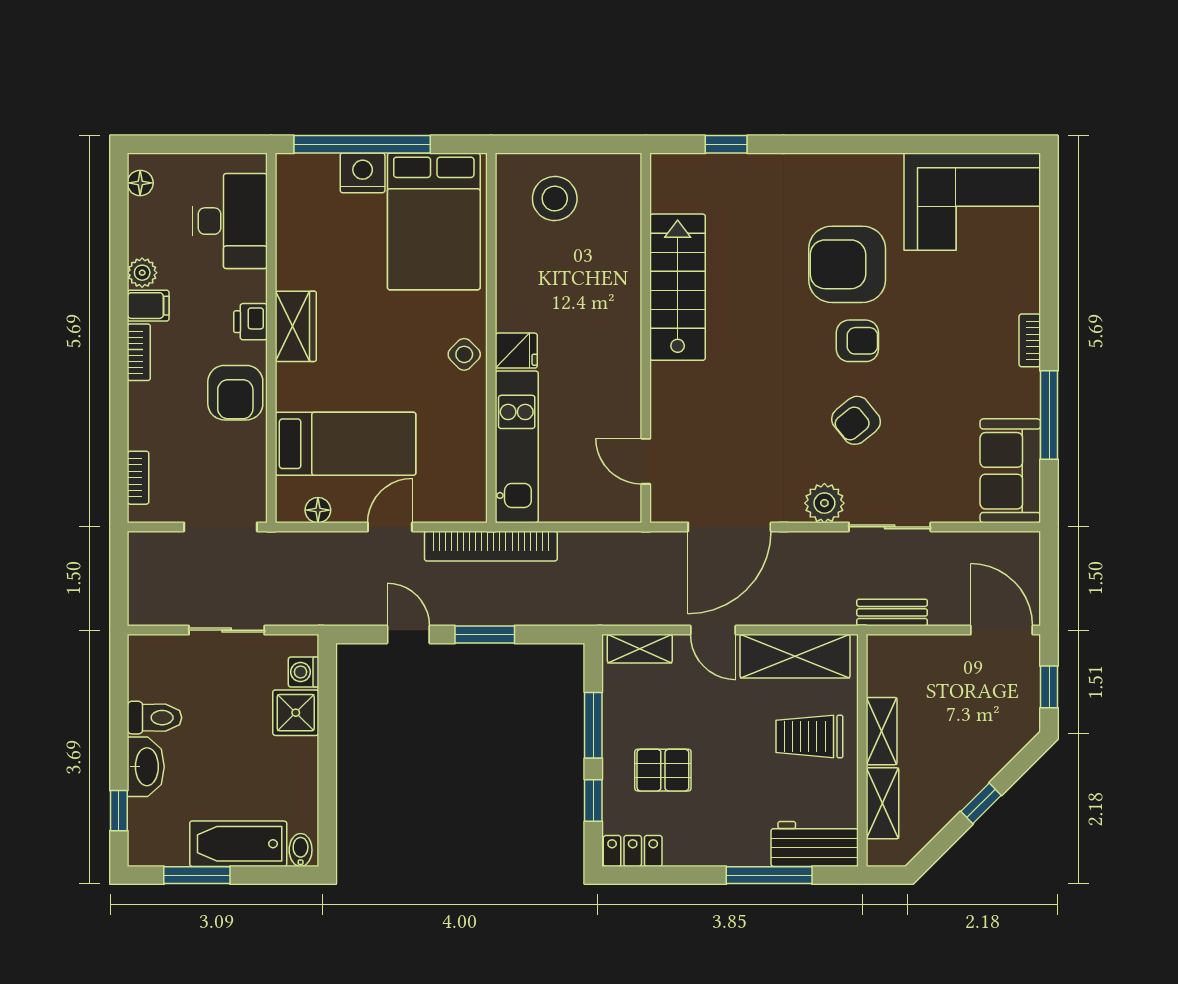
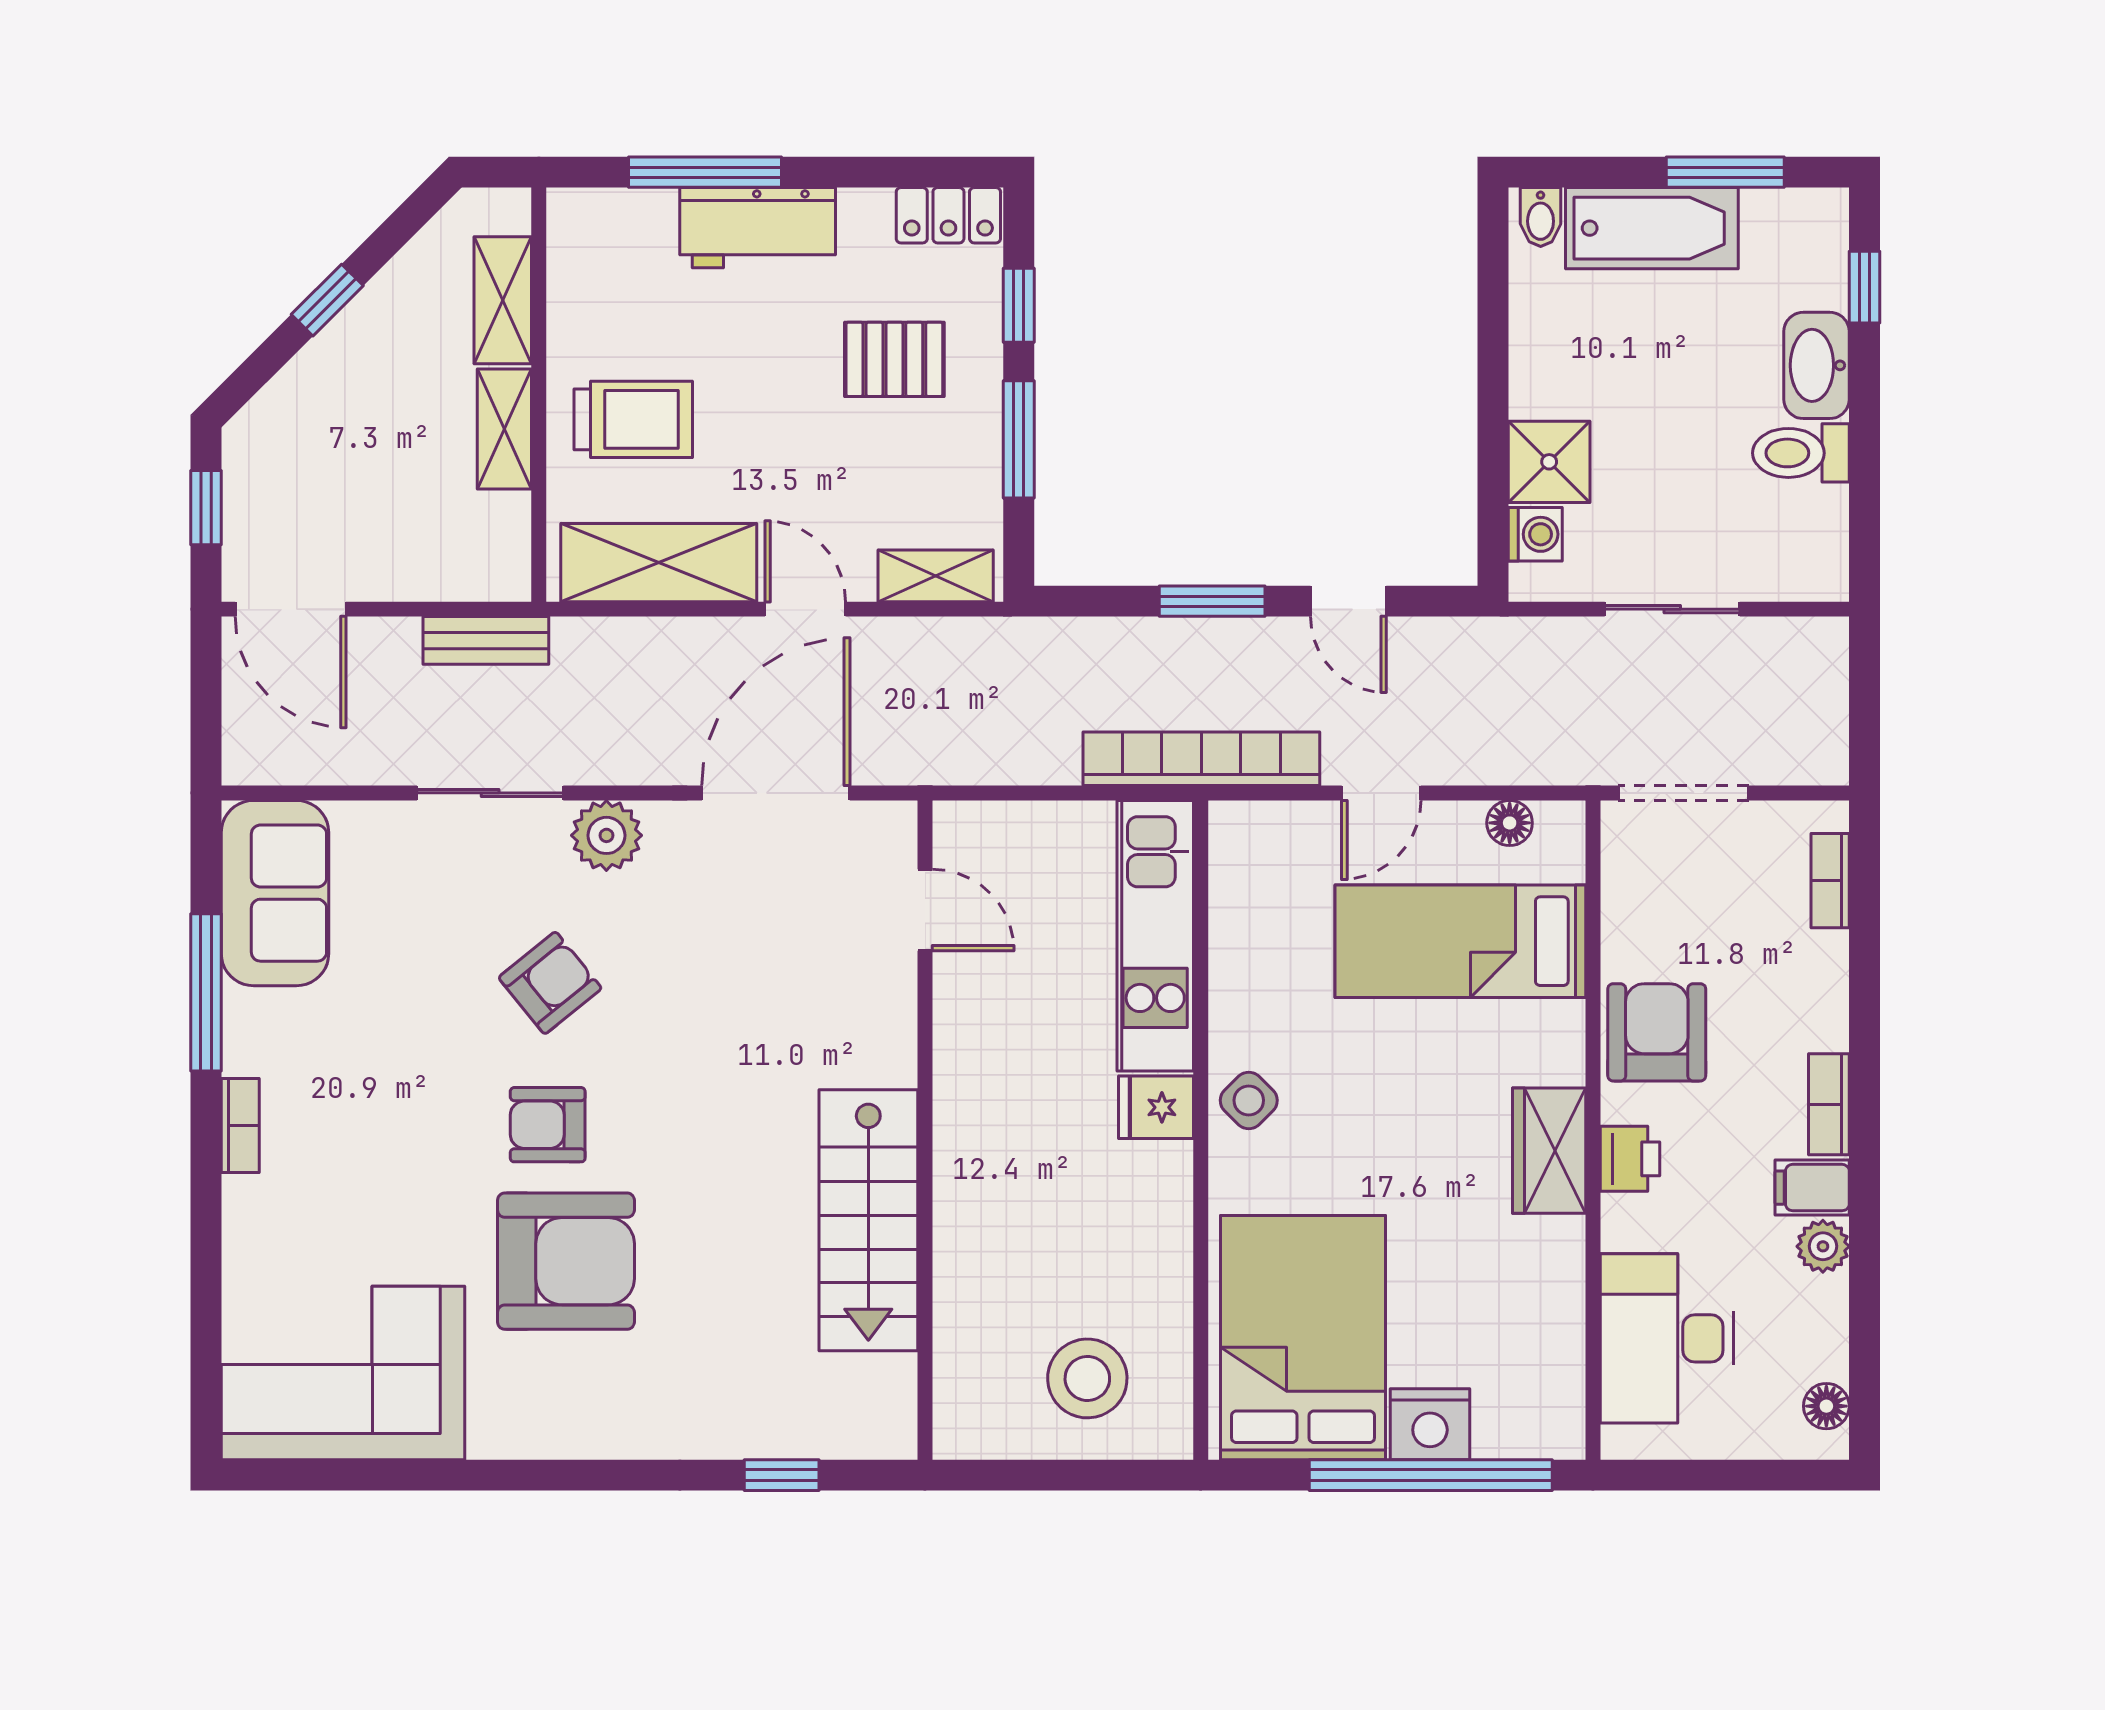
workbench: (815, 844) -> (758, 228), moved

